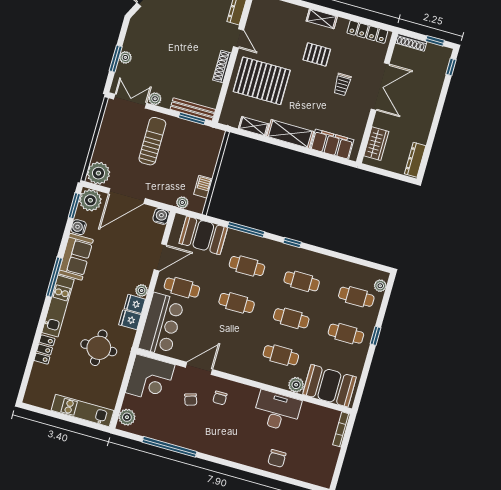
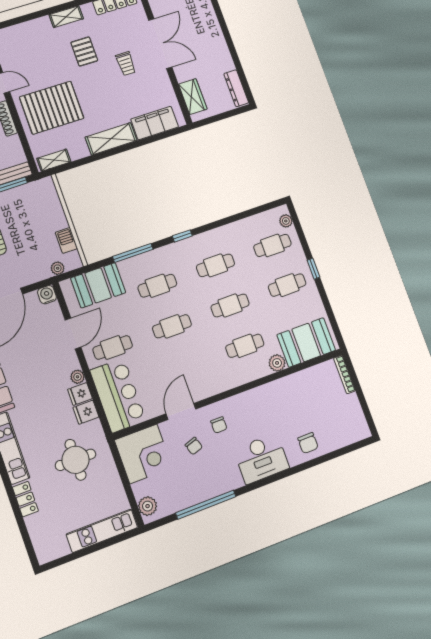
pallet: (317, 54) -> (84, 52), turned 90
shelving: (254, 126) -> (54, 160), moved
desk: (277, 411) -> (261, 459), moved, turned 180

